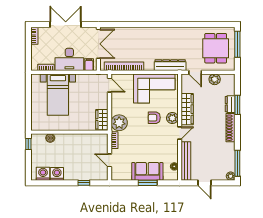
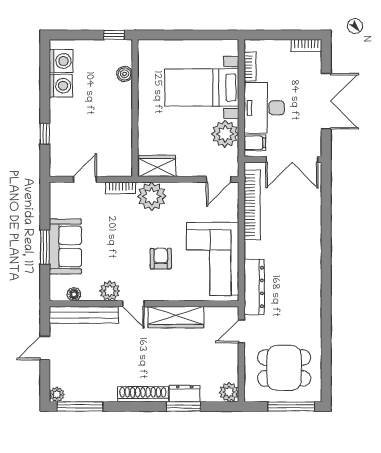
plant: (215, 79) -> (229, 392), moved
plant: (84, 81) -> (225, 134), added
plant: (172, 118) -> (110, 291), moved

